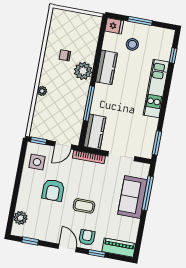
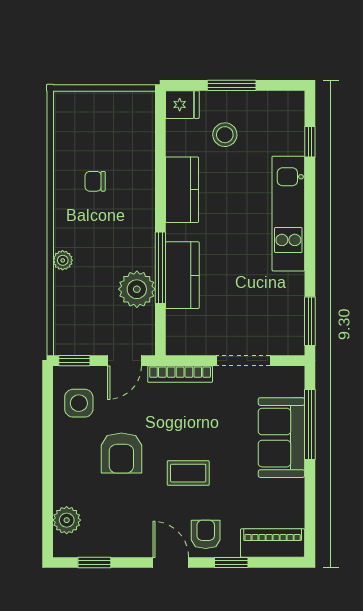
plant: (83, 71) -> (137, 289), moved
kitchen counter: (95, 132) -> (182, 275), moved

